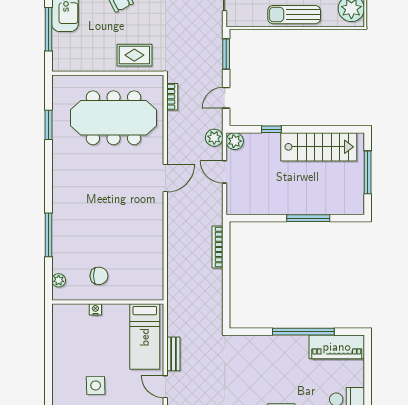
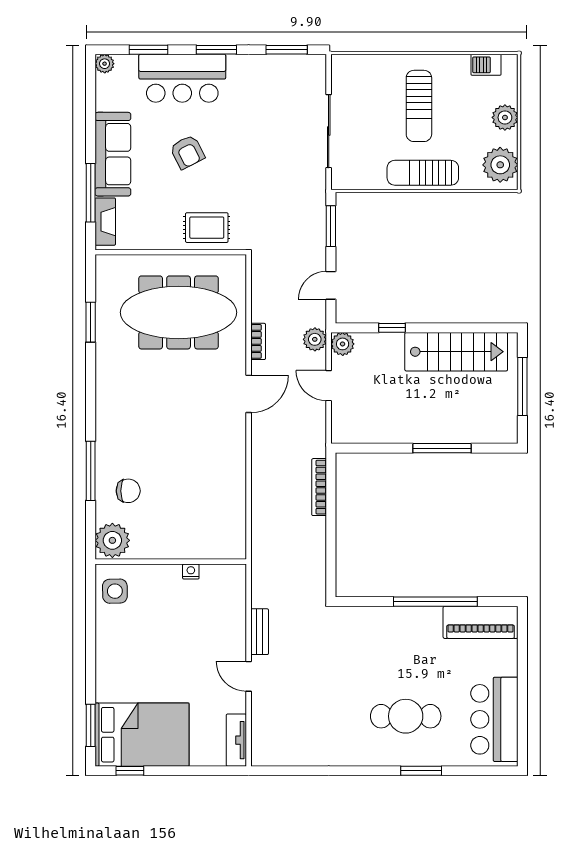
fireplace: (59, 51) -> (105, 222), added
bookcase: (172, 97) -> (258, 341), moved
chair: (99, 276) -> (128, 491), moved
plant: (59, 280) -> (112, 540), width x1.88, depth x1.88
nightstand: (95, 309) -> (191, 572), moved
bed: (145, 337) -> (221, 608), removed
side table: (96, 385) -> (115, 591), moved

